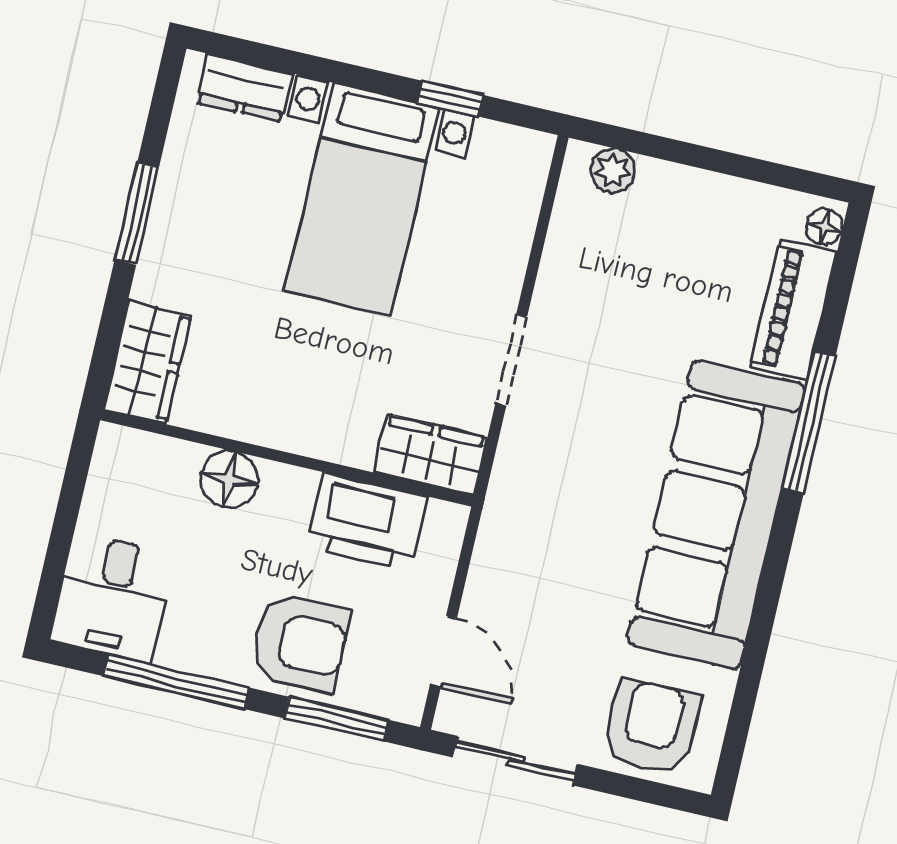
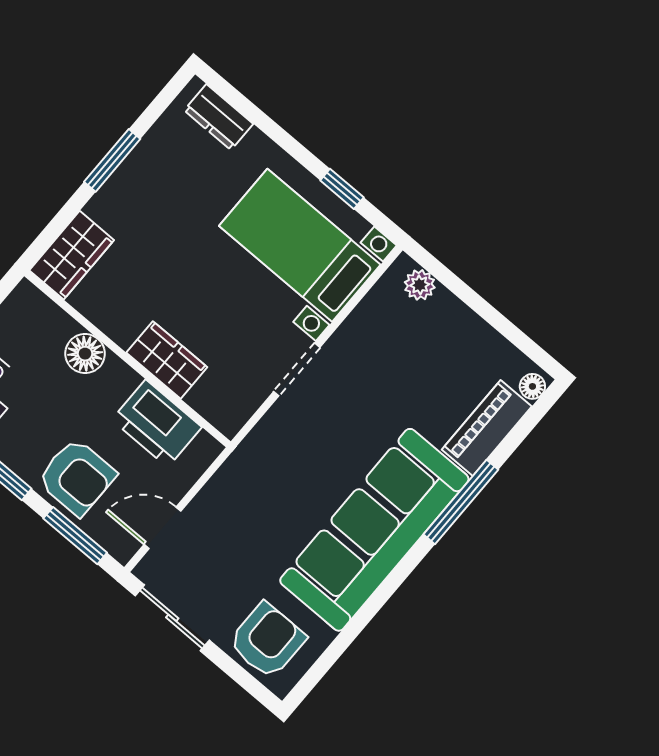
bed with nightstands: (362, 199) -> (300, 245), moved, turned 90
wardrobe: (431, 455) -> (167, 360), moved
door: (443, 652) -> (162, 528), swing flipped

